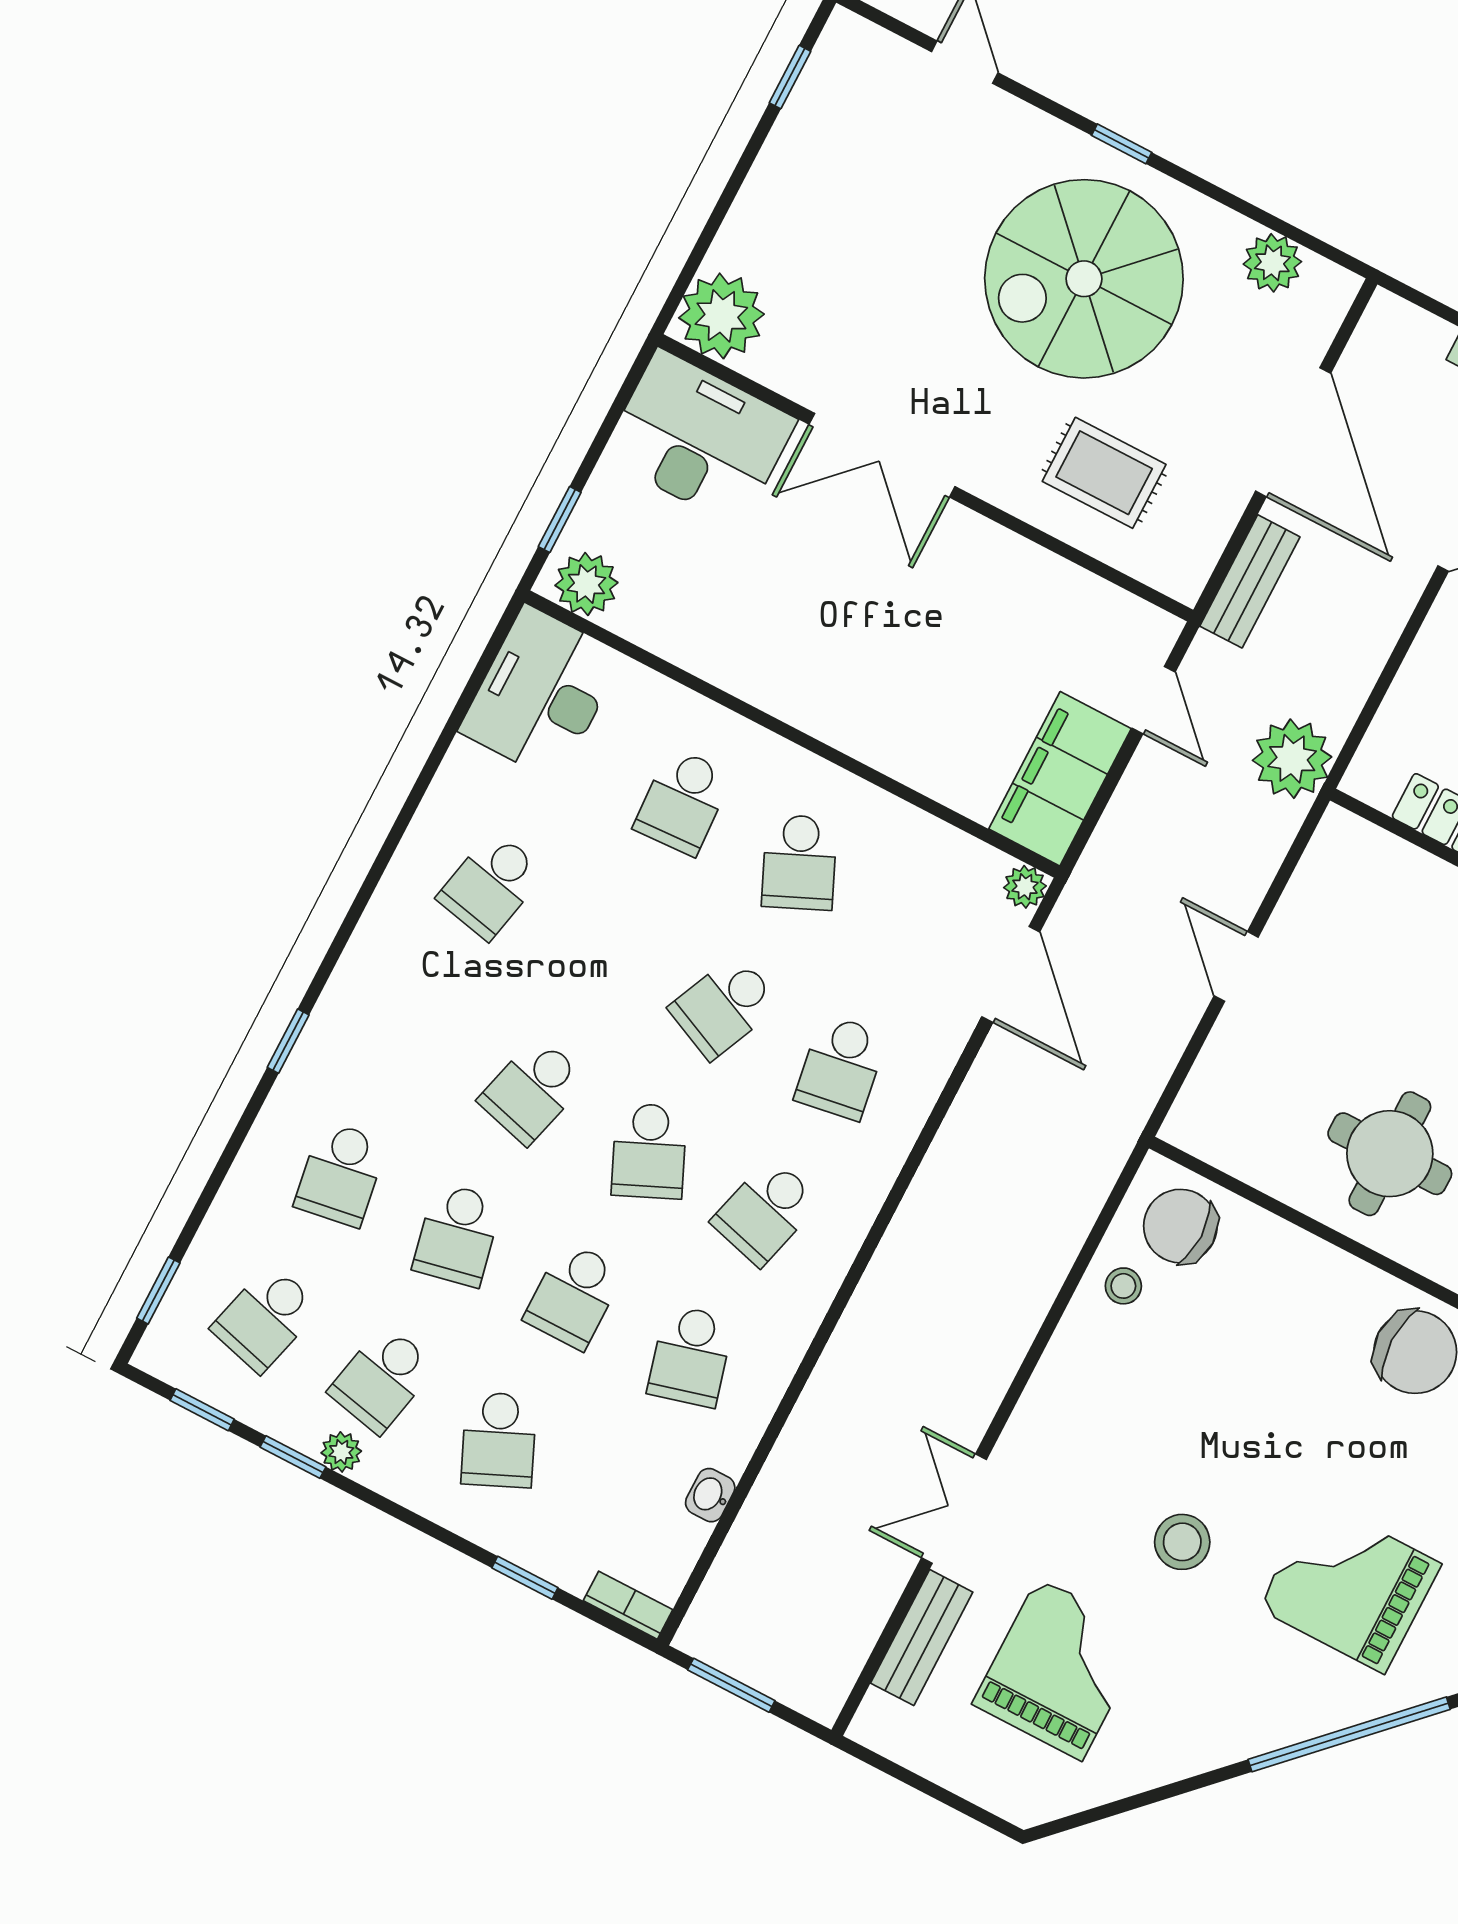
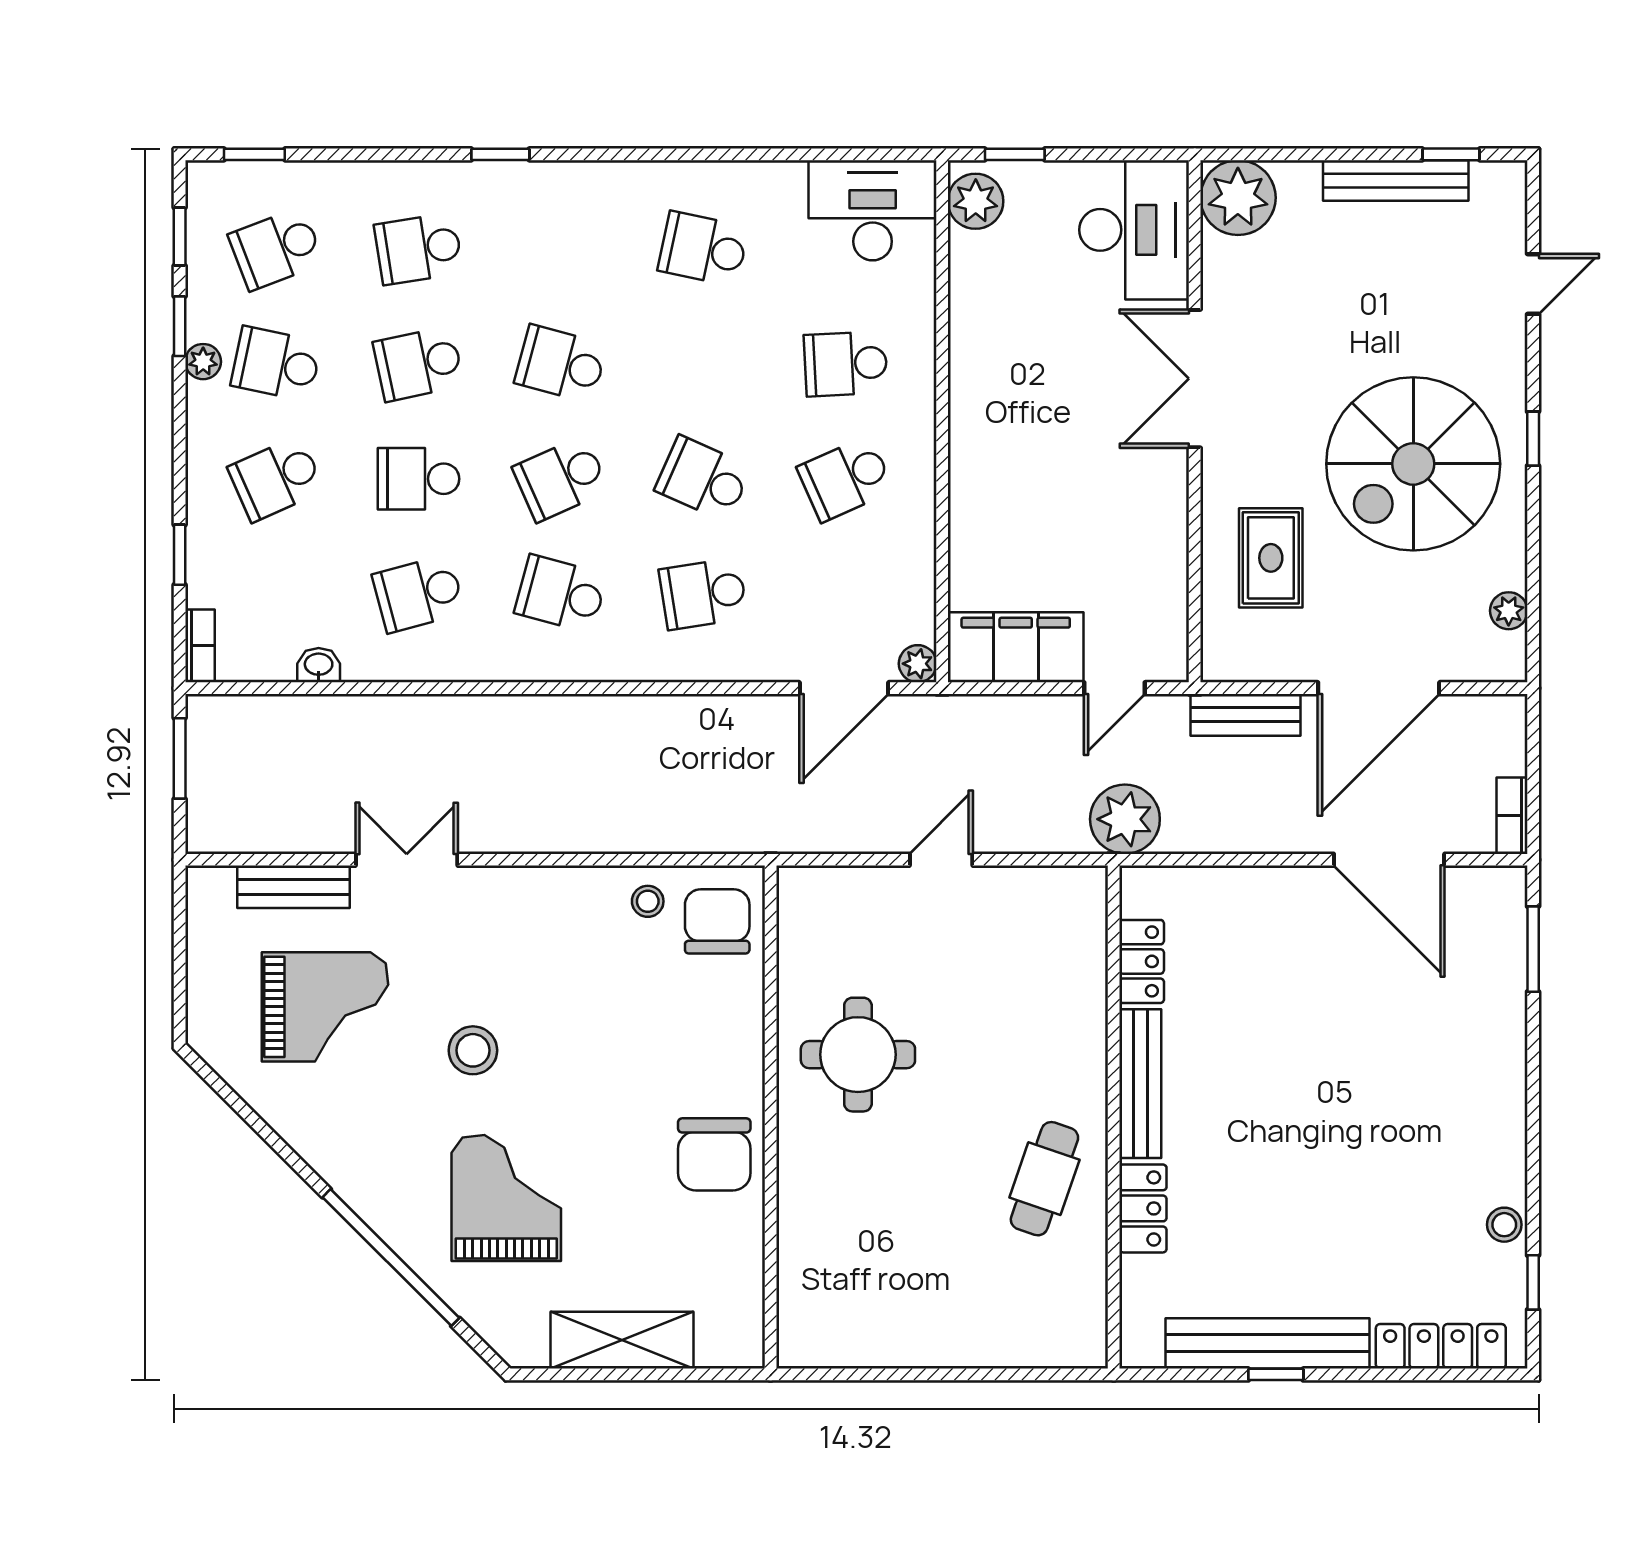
bench: (787, 147) -> (1396, 180), added
plant: (1272, 263) -> (1509, 611), width x0.73, depth x0.73
spiral stairs: (1084, 279) -> (1413, 464), turned -90
school desk: (265, 1318) -> (276, 249), turned -36

